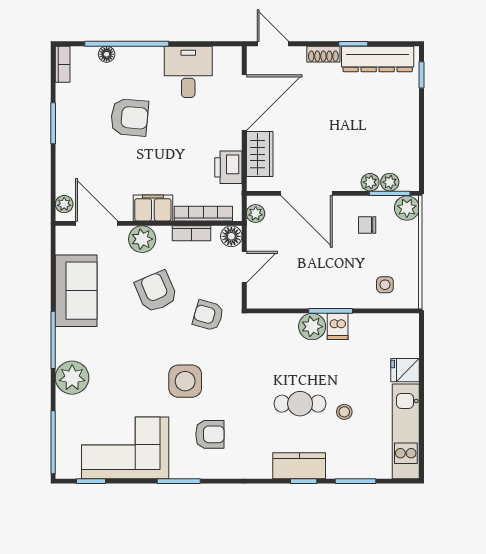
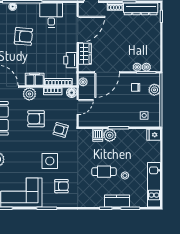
door: (307, 193) -> (107, 72), hinge flipped
plant: (407, 208) -> (154, 90), moved
armchair: (156, 292) -> (36, 119), turned -67
dishwasher: (338, 326) -> (98, 135), moved
fridge: (405, 370) -> (154, 135), moved
kitchen counter: (299, 466) -> (117, 201), moved

